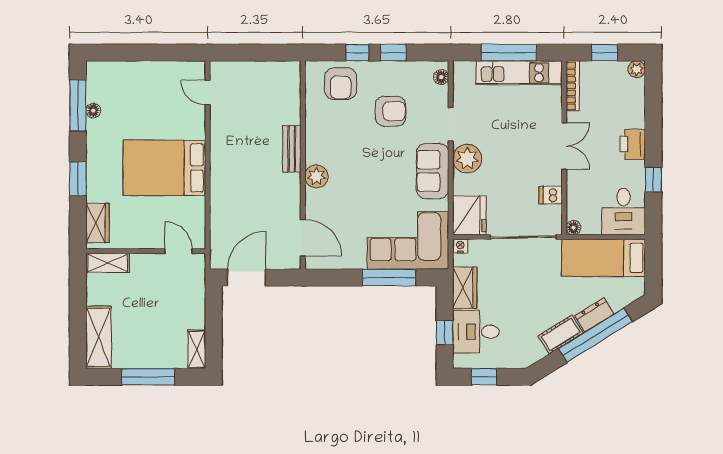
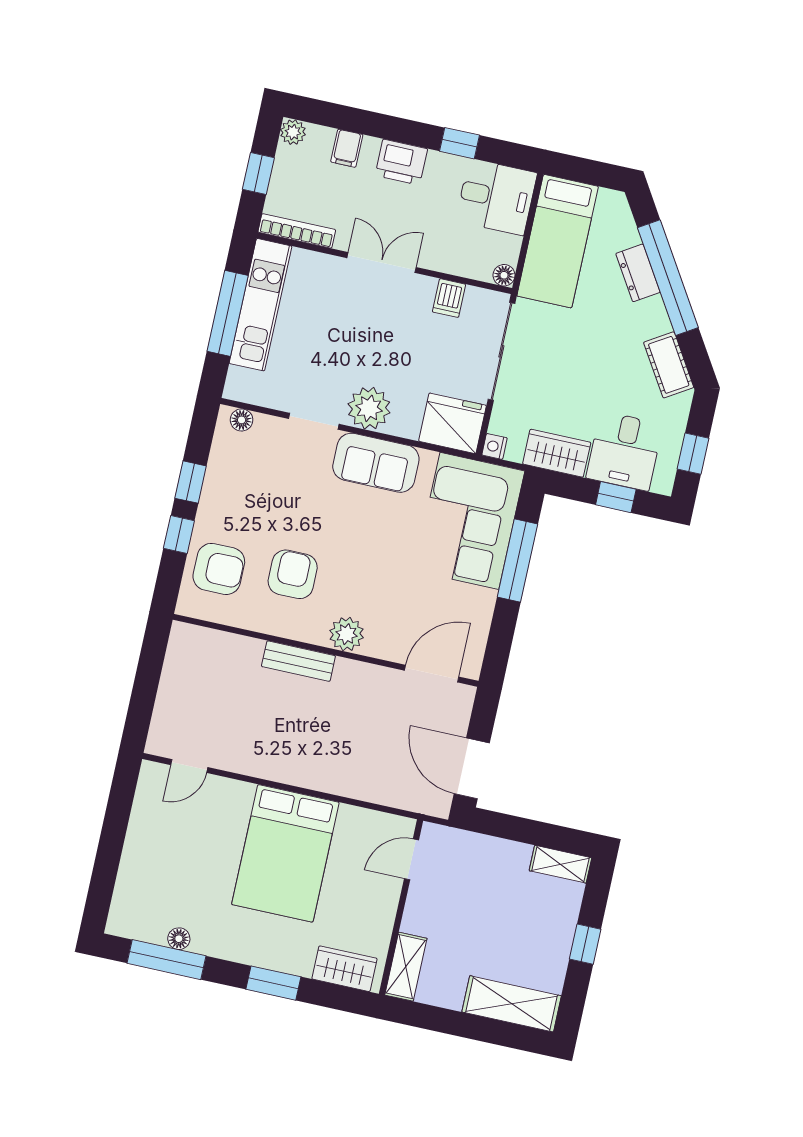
filing cabinet: (634, 107) -> (347, 148), added
armchair: (390, 111) -> (293, 574), moved
cot: (561, 334) -> (669, 365), moved
window: (148, 377) -> (585, 944), width x0.46

